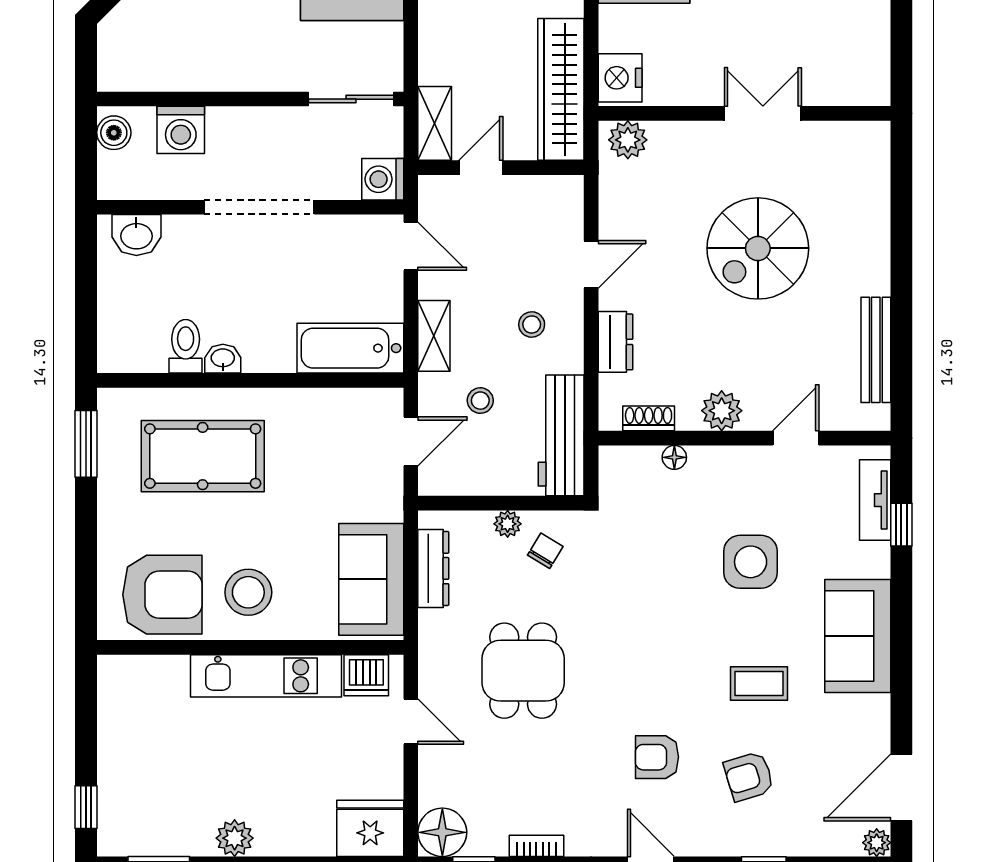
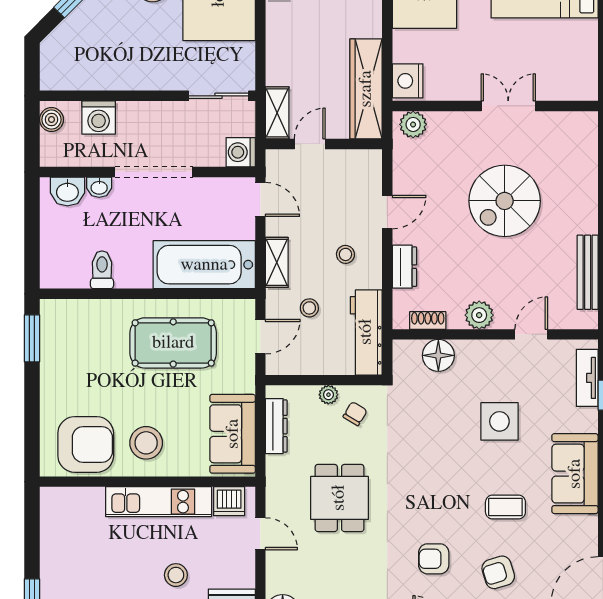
bathtub: (350, 348) -> (204, 265), width x1.36, depth x1.36
washbasin: (223, 359) -> (99, 187), moved, turned 180
pool table: (203, 456) -> (173, 343), moved
floor lamp: (674, 457) -> (438, 355), width x1.89, depth x1.89
stool: (291, 780) -> (176, 575), added

